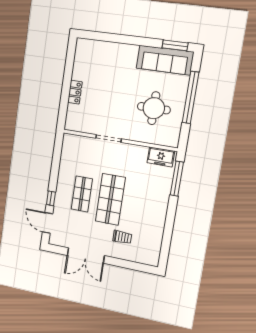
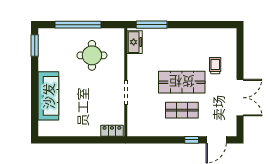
sofa: (165, 60) -> (48, 96), moved
locker: (75, 92) -> (112, 131), moved

